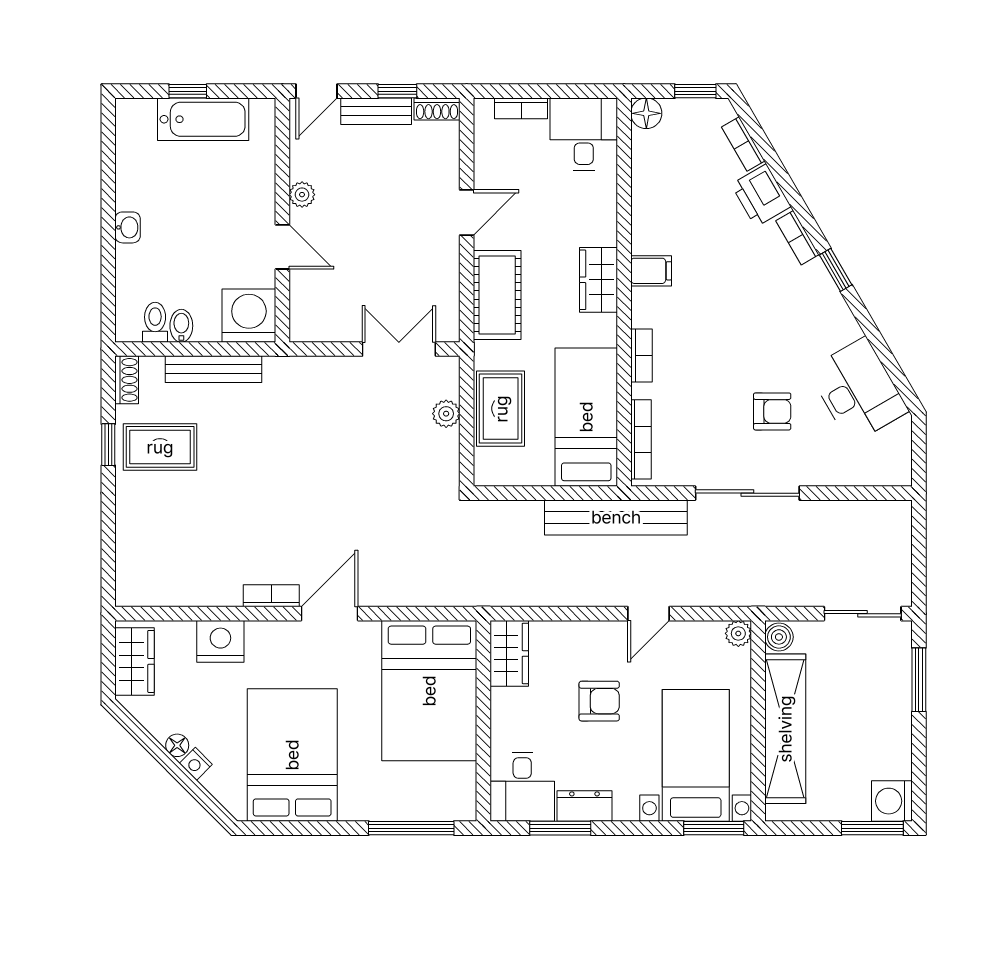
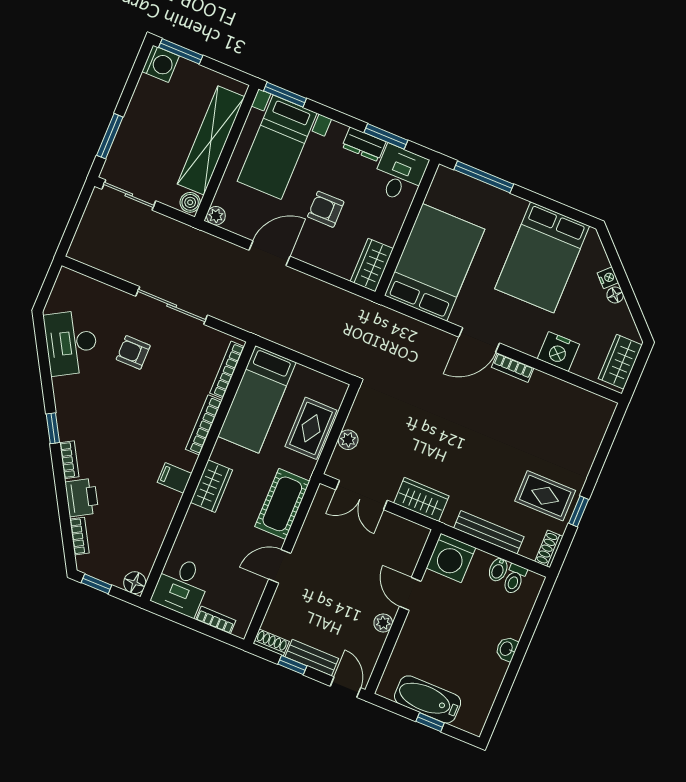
door: (316, 91) -> (345, 687), hinge flipped
bookcase: (641, 355) -> (204, 425), width x1.56
wardrobe: (319, 376) -> (421, 499), added
bench: (616, 517) -> (265, 325), removed
door: (649, 614) -> (270, 253), width x1.38

